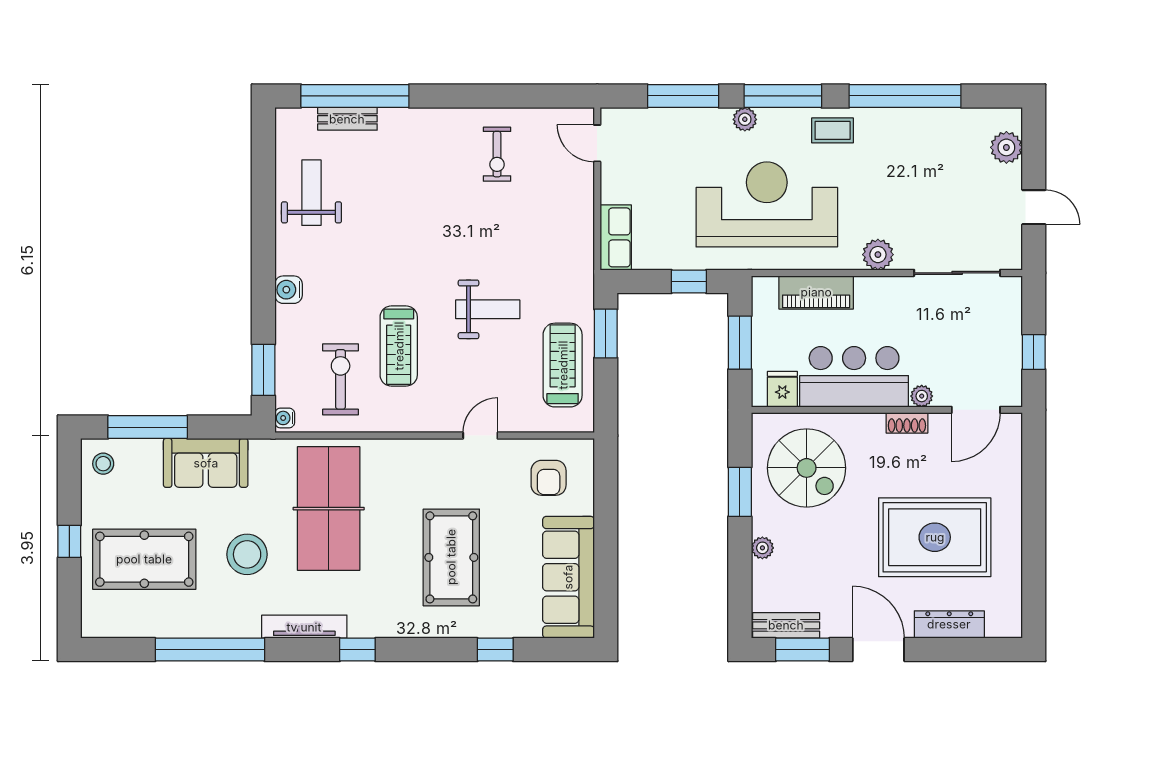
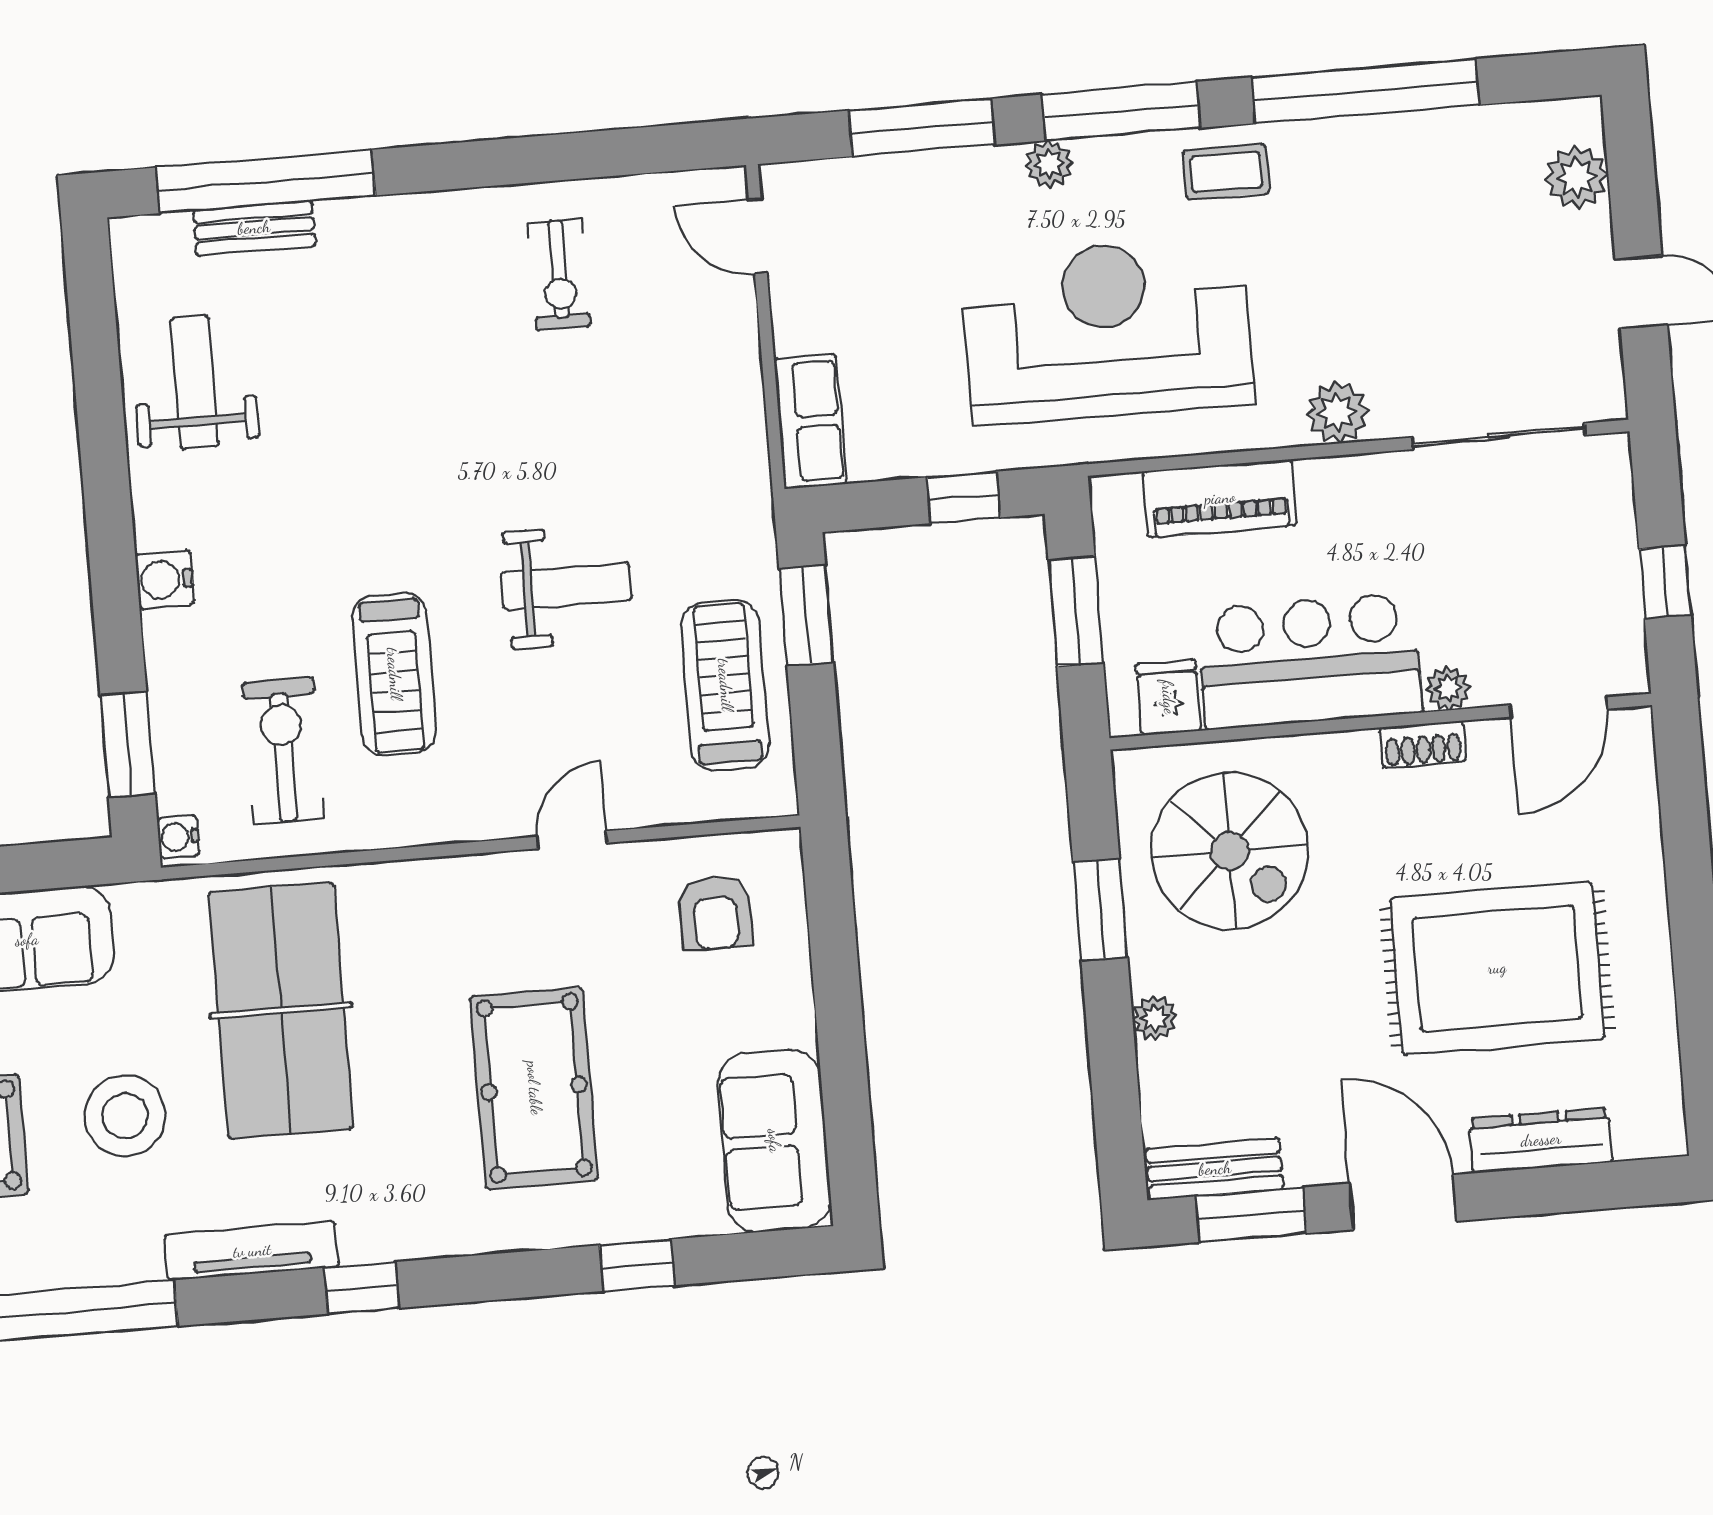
sofa: (568, 577) -> (774, 1141), width x0.73

